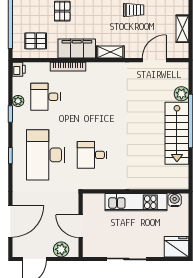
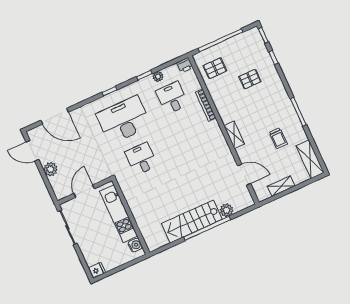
pallet: (36, 41) -> (215, 68), turned 90
filing cabinet: (77, 49) -> (224, 106), removed
wall: (81, 225) -> (85, 191), moved
door: (81, 226) -> (84, 191), moved
fridge: (177, 247) -> (97, 270), width x0.53, depth x0.75

